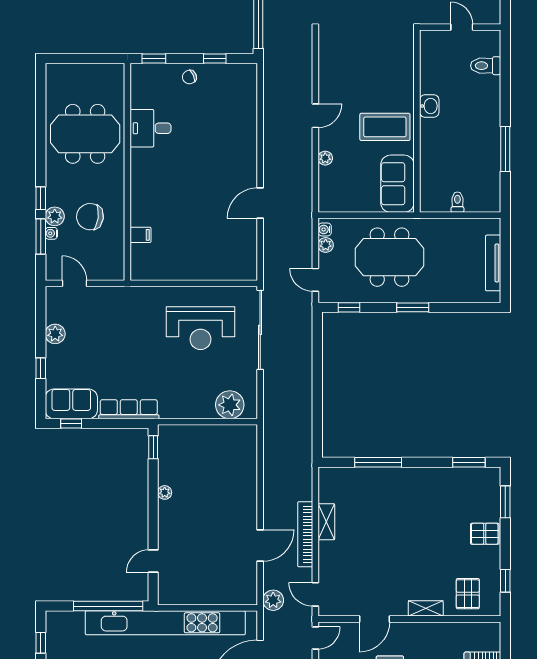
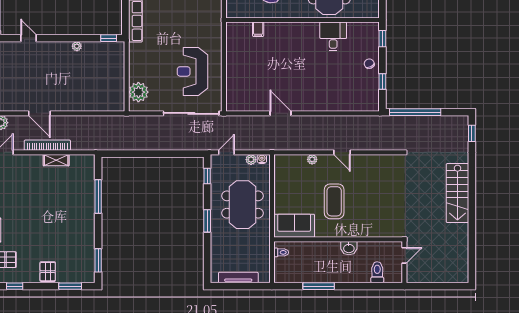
washbasin: (429, 106) -> (349, 248), moved
wall: (417, 121) -> (338, 239), moved
sofa: (397, 184) -> (294, 226), moved

